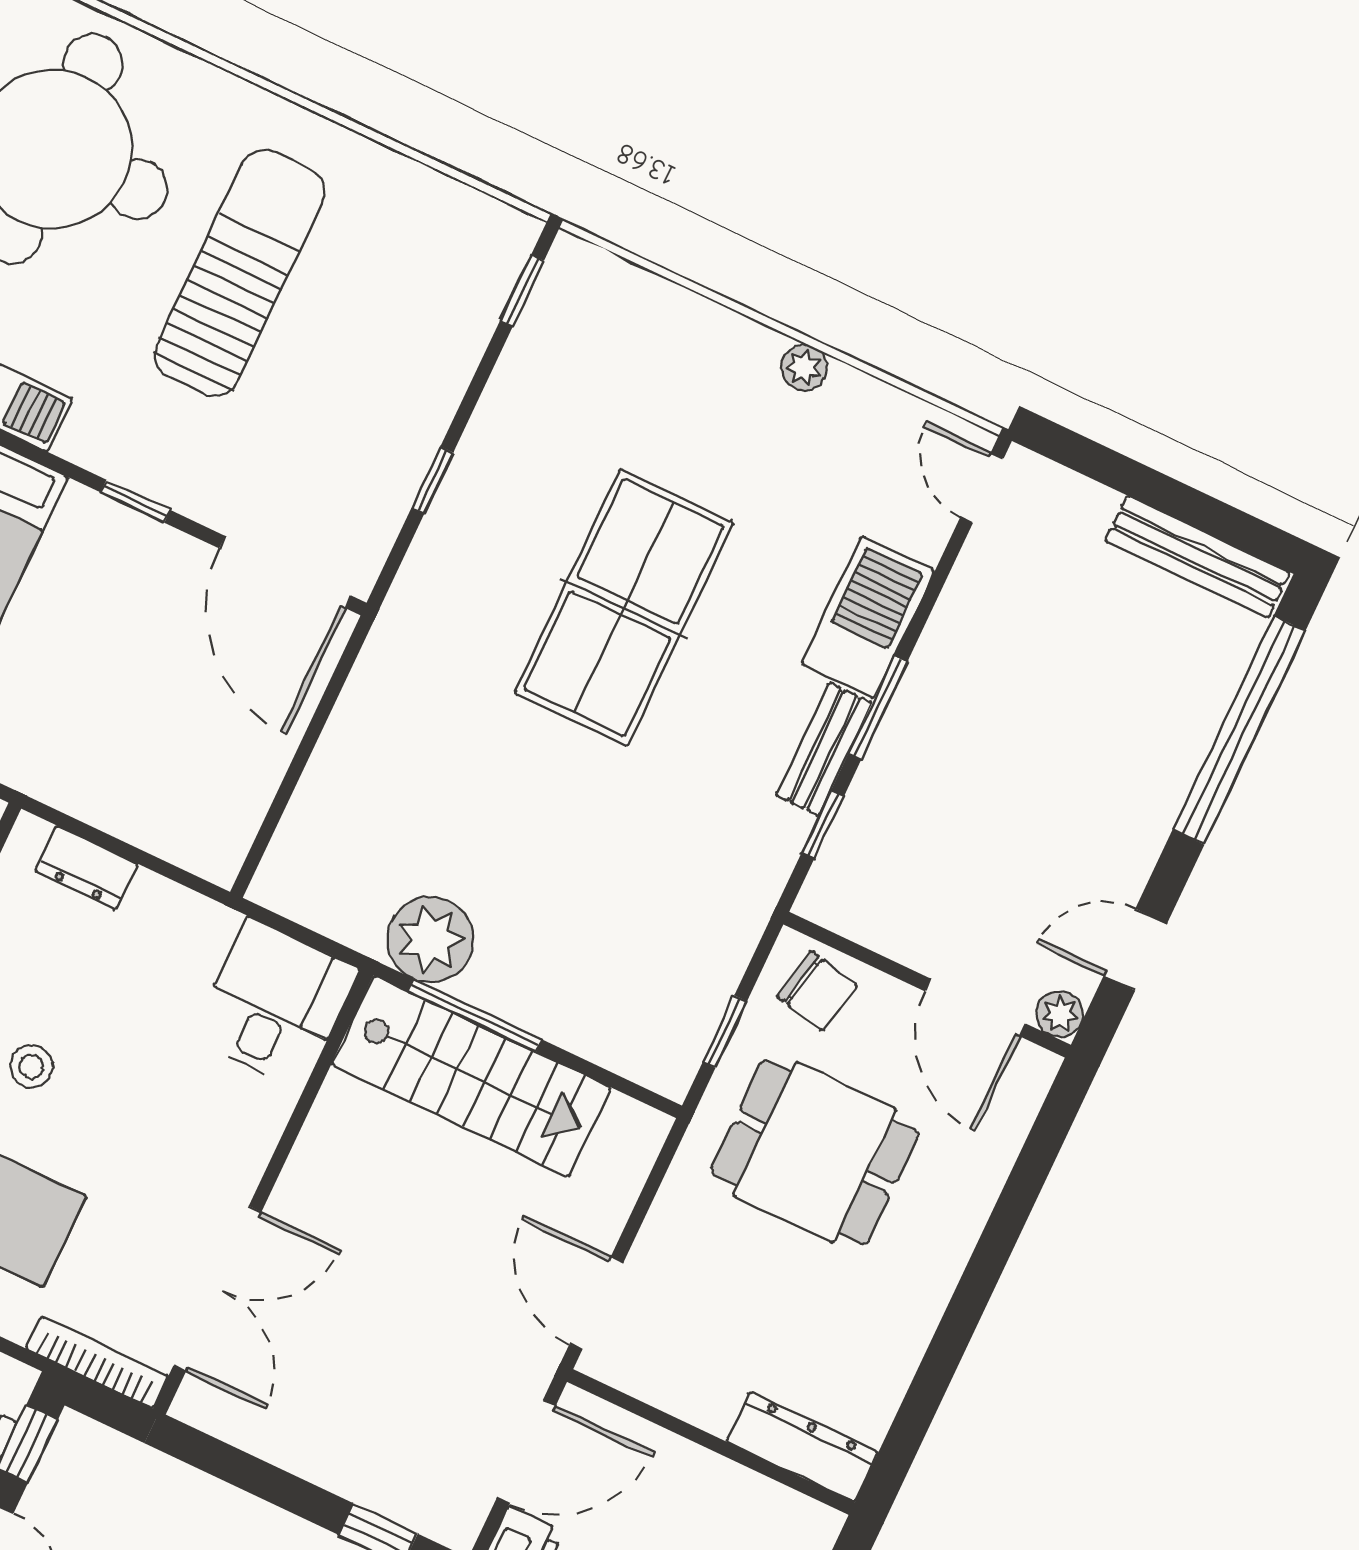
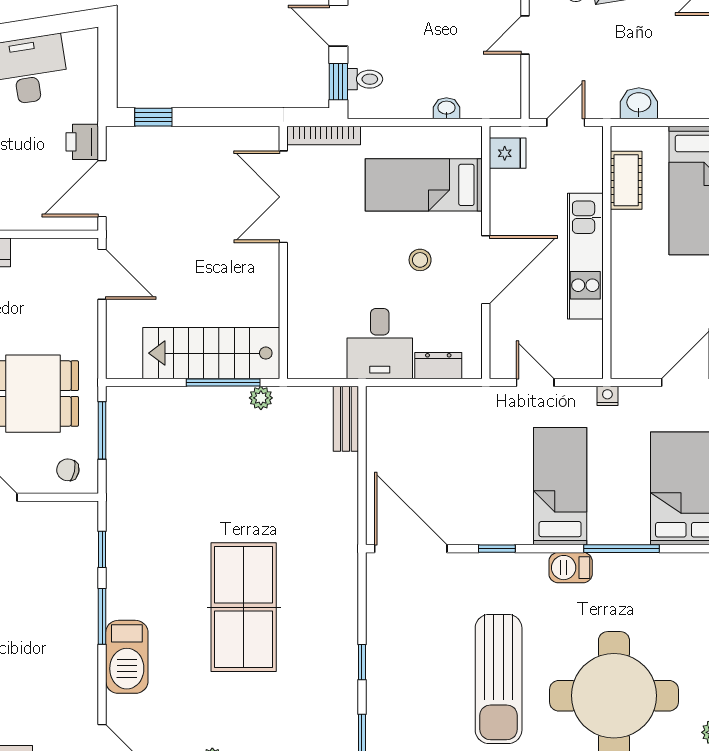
window: (432, 480) -> (362, 662), moved
bench: (824, 749) -> (346, 419), moved
plant: (430, 939) -> (261, 398), width x0.53, depth x0.53
chair: (817, 991) -> (68, 470), width x0.73, depth x0.73
desk: (275, 1004) -> (380, 344), moved
window: (725, 1032) -> (102, 430), width x1.50

